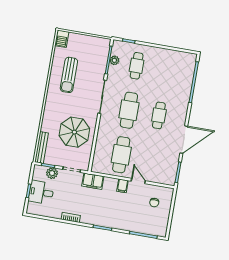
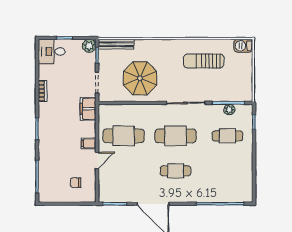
plant: (52, 173) -> (89, 46), moved
desk: (41, 192) -> (52, 52), moved, turned -90

